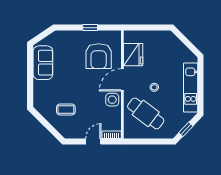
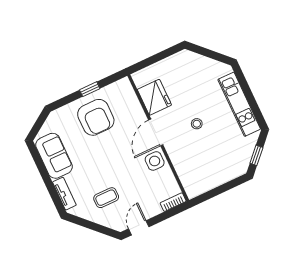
armchair: (99, 56) -> (96, 117), moved
tv unit: (38, 93) -> (64, 194), added
cafe table: (146, 113) -> (201, 159), removed
door: (93, 142) -> (139, 228), moved

